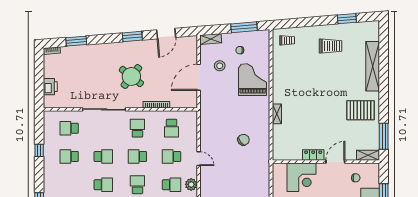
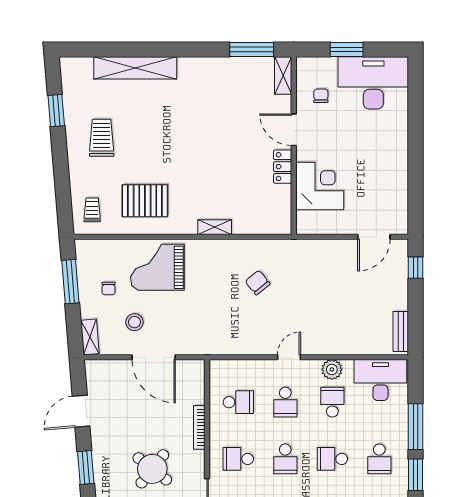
door: (166, 34) -> (81, 411), swing flipped
pallet: (361, 110) -> (145, 201), moved, turned 90

